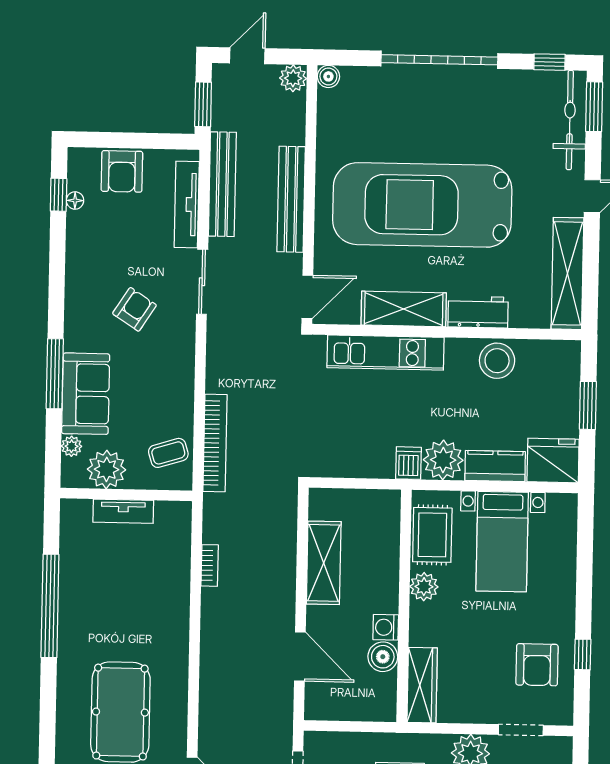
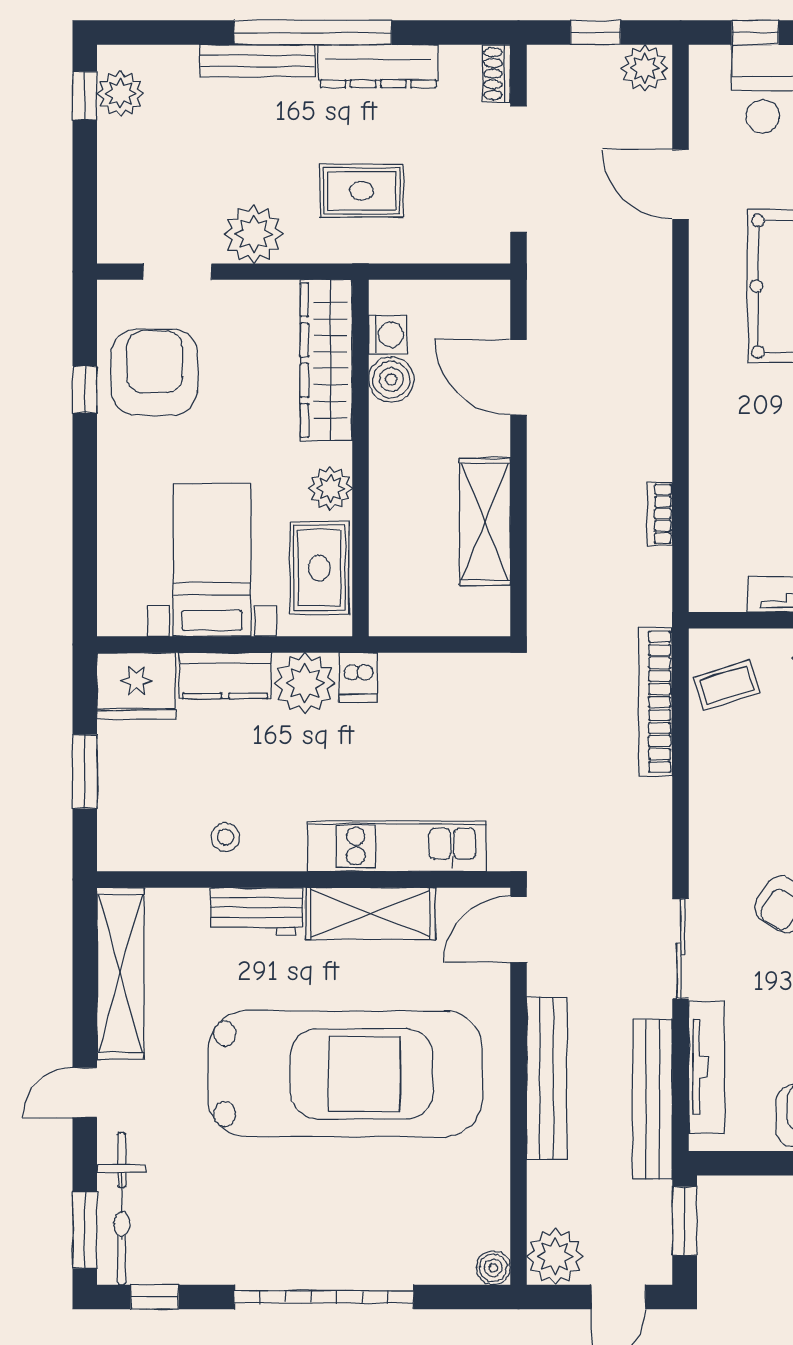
plant: (293, 78) -> (555, 1256), width x1.36, depth x1.36
stool: (497, 361) -> (226, 837), width x0.53, depth x0.53
washing machine: (386, 627) -> (388, 334), moved
armchair: (537, 665) -> (154, 372), width x1.36, depth x1.36
wardrobe: (422, 685) -> (326, 360), width x1.40, depth x1.17

